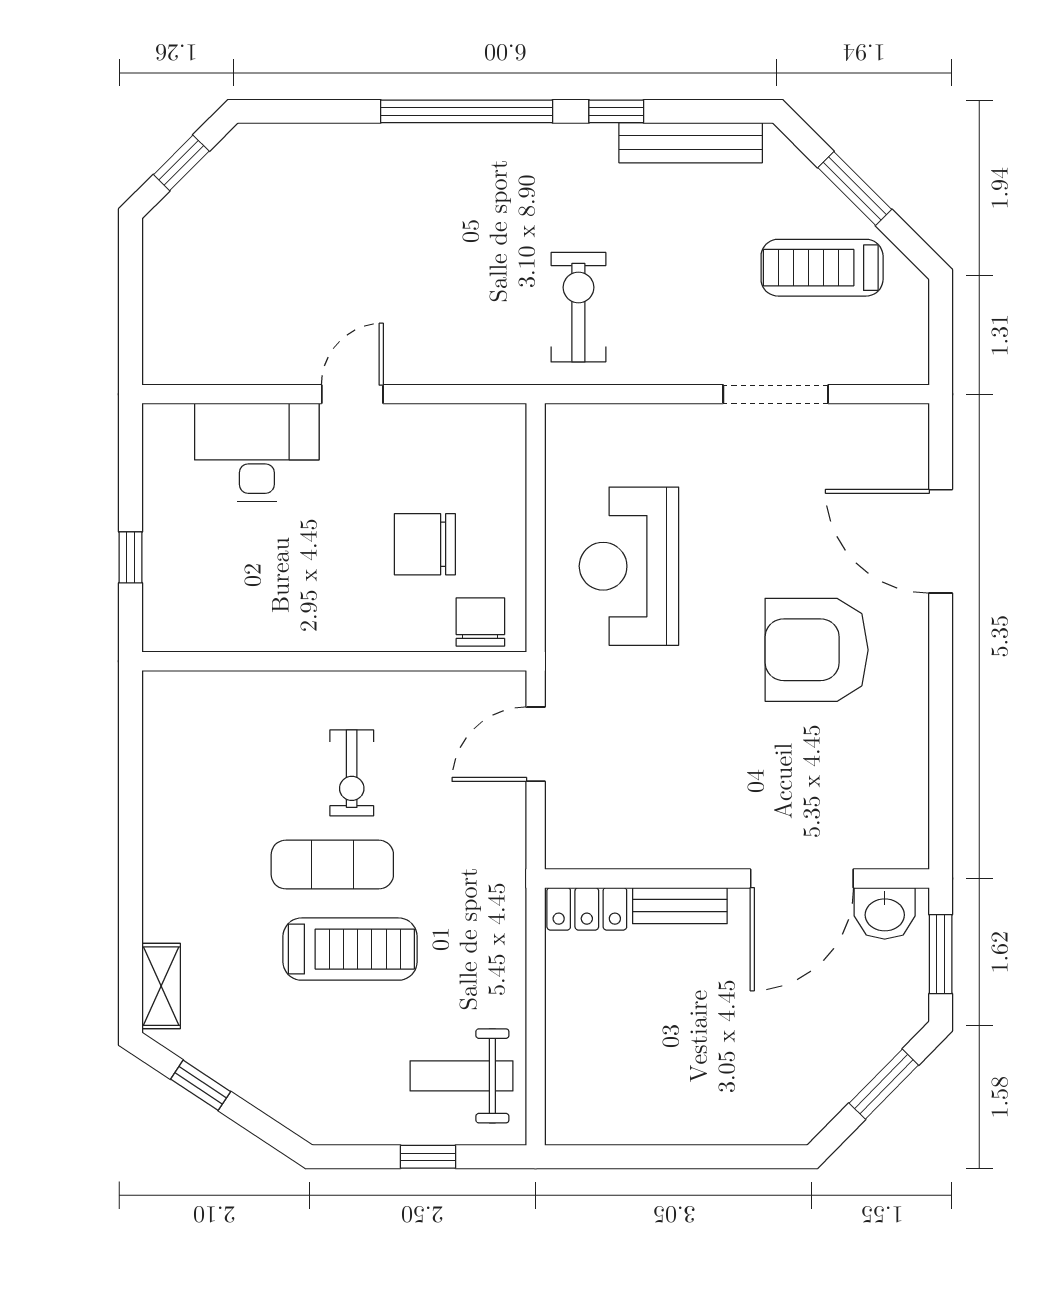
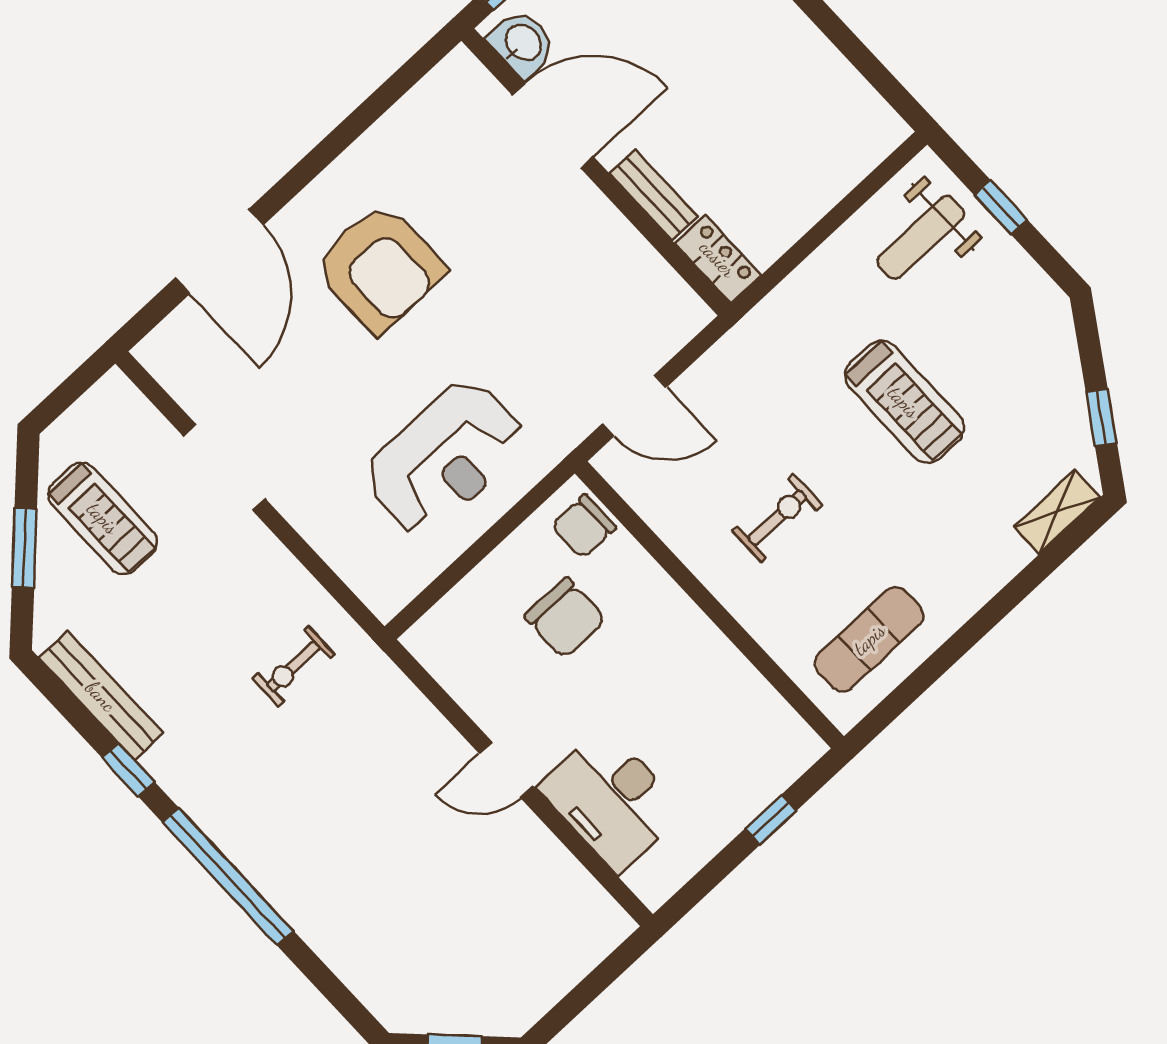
exercise bike: (578, 307) -> (293, 666), width x0.73, depth x0.72
exercise mat: (332, 865) -> (869, 639), moved, turned 90
treadmill: (350, 949) -> (904, 402), turned 180
weight bench: (462, 1076) -> (921, 237), turned 90

